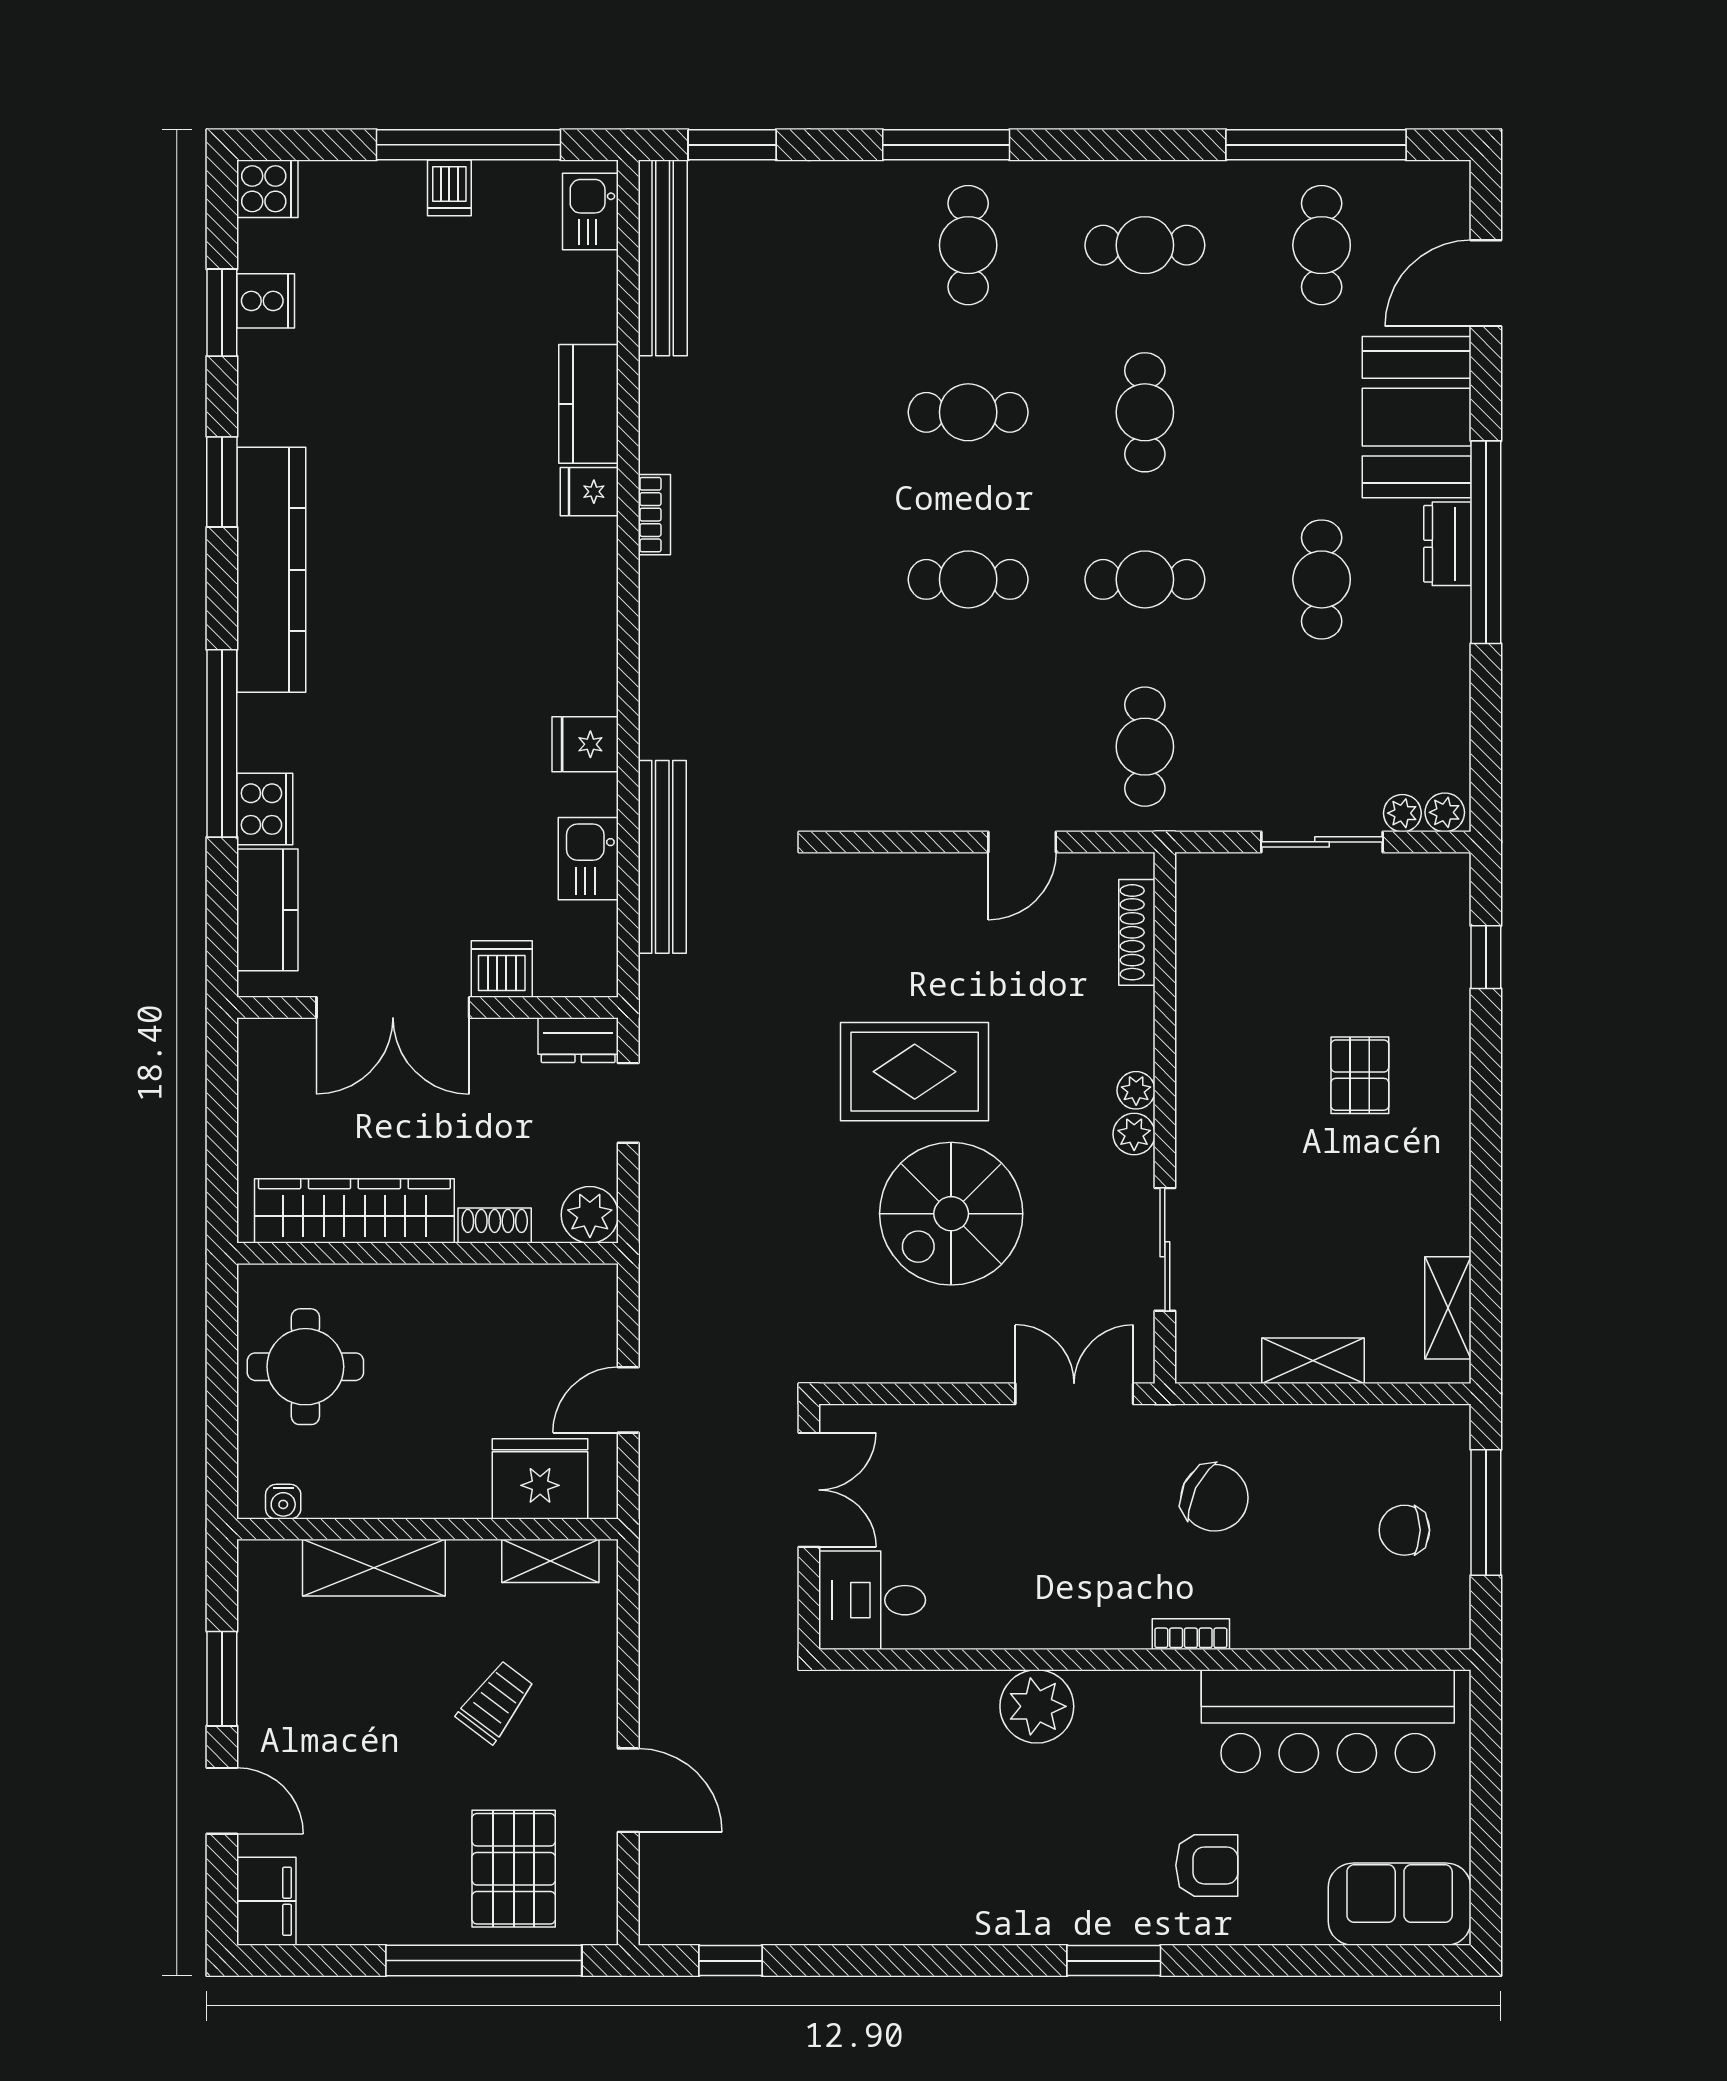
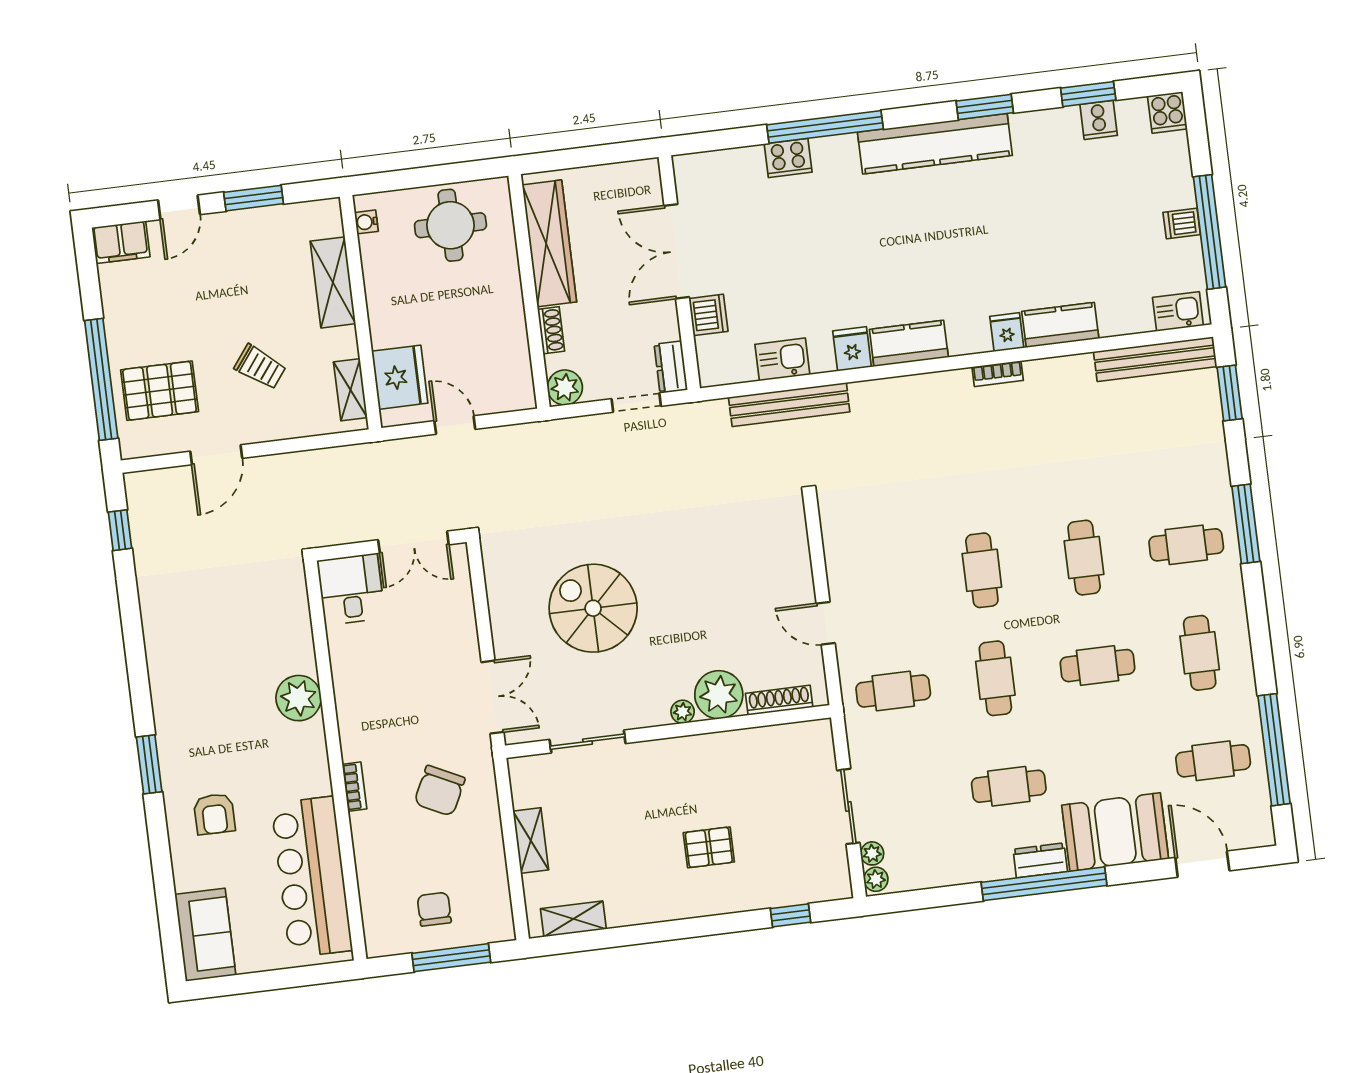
kitchen counter: (267, 910) -> (909, 343), moved, turned 180
rug: (915, 1072) -> (677, 575), removed
plant: (1134, 1134) -> (719, 695), moved, width x1.87, depth x1.87

